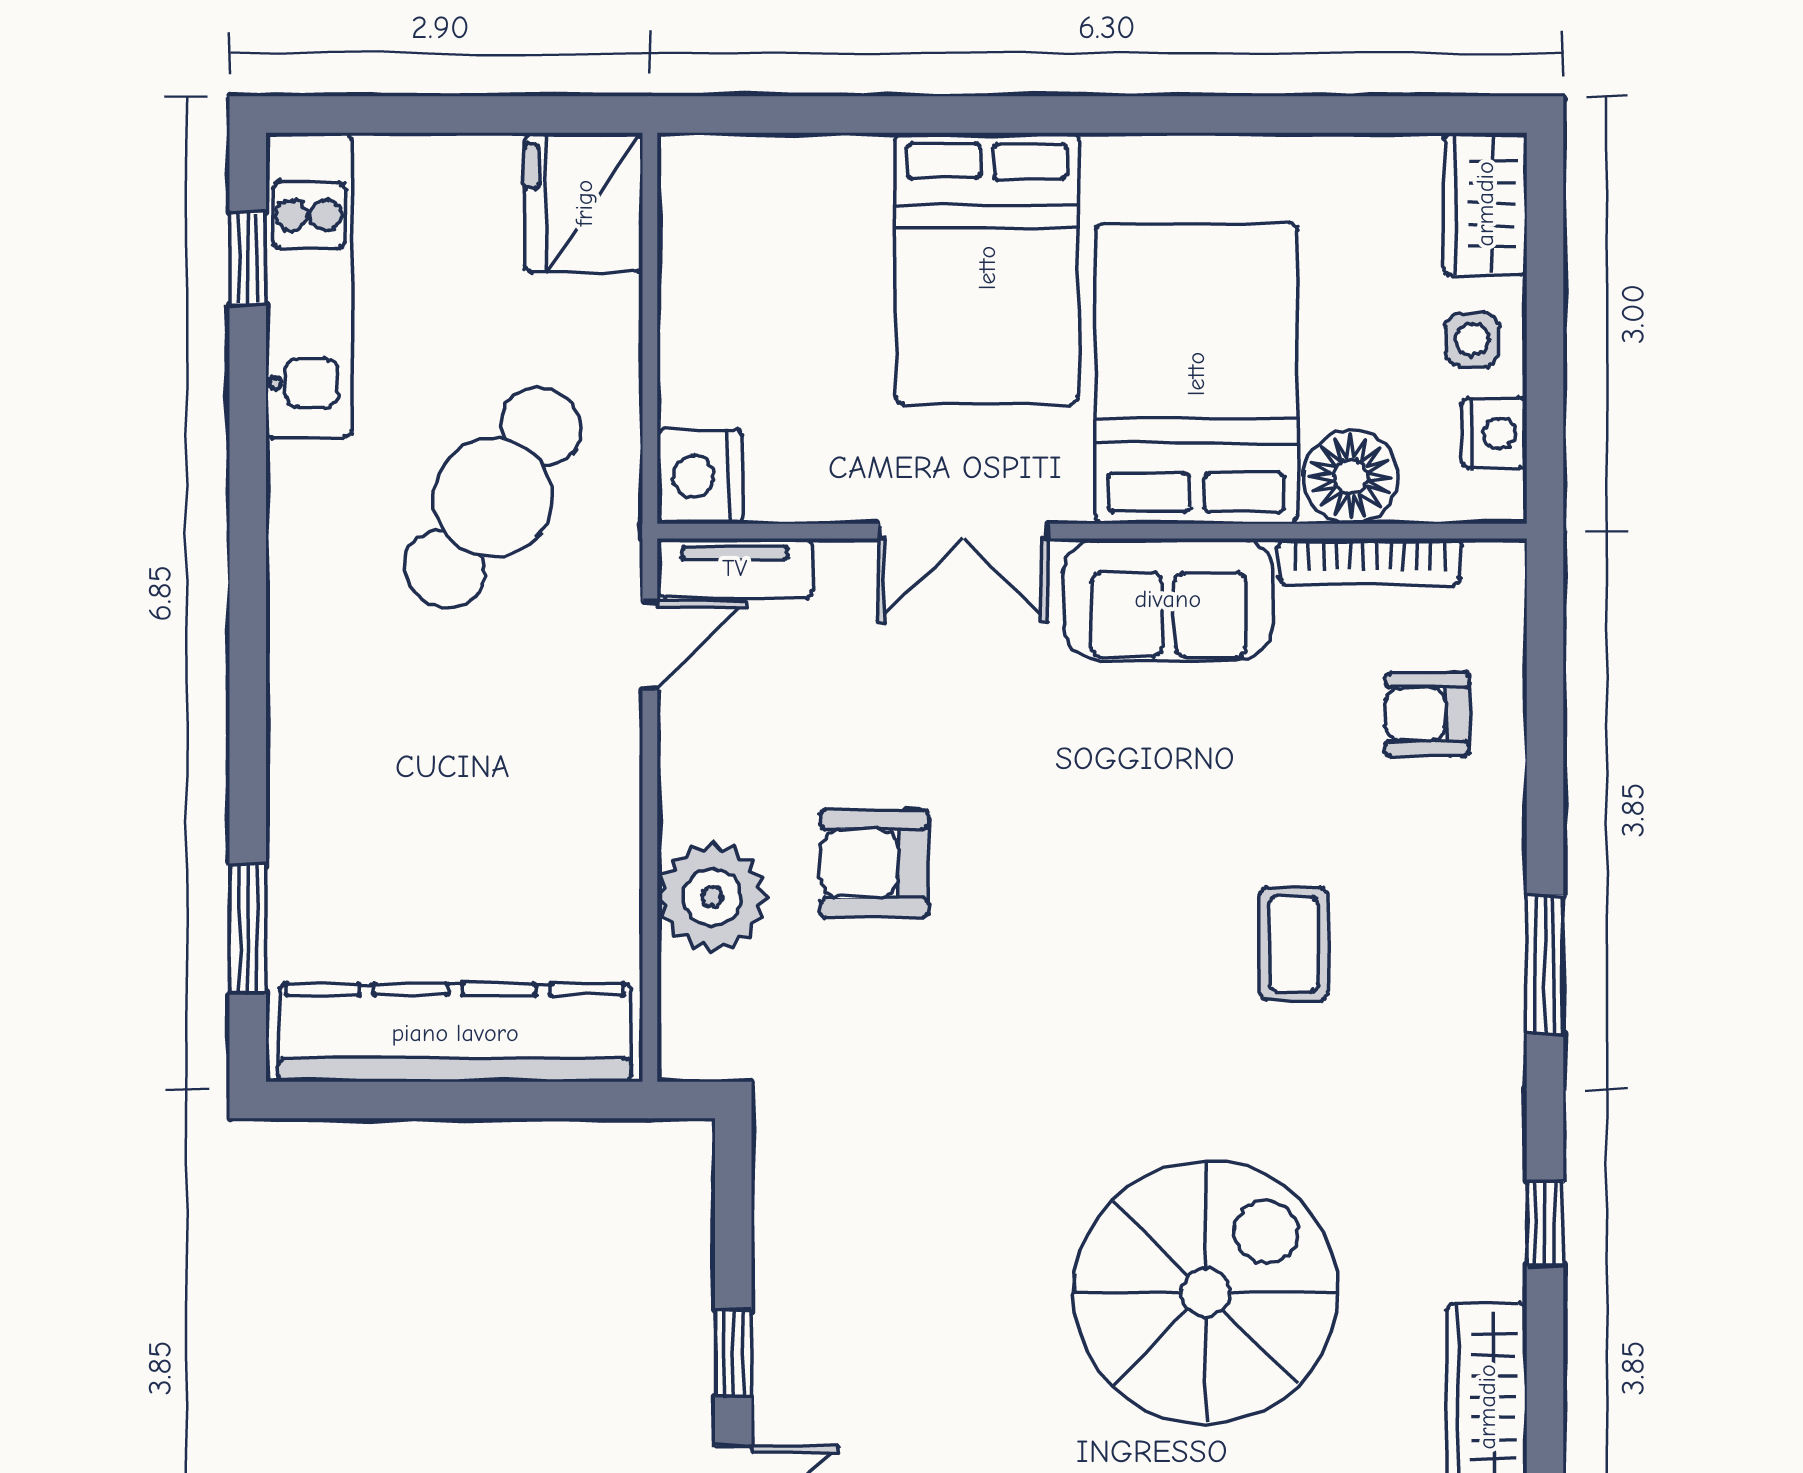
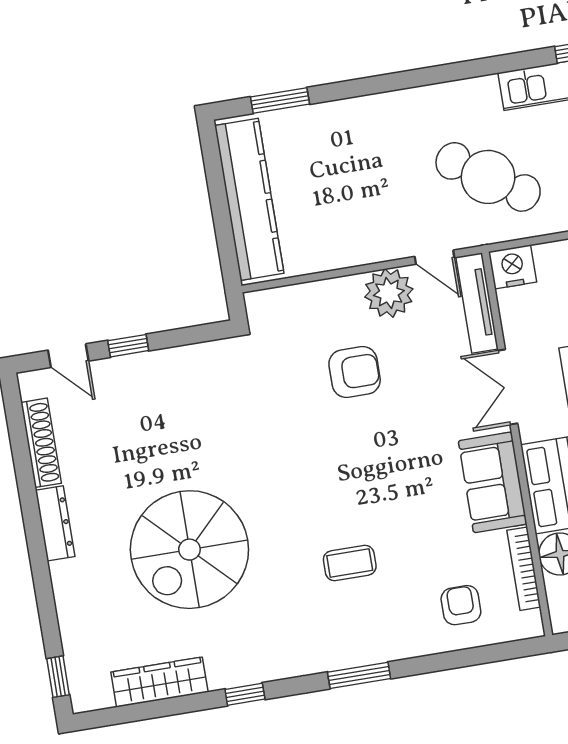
tv unit: (735, 568) -> (477, 303), width x1.41
armchair: (874, 864) -> (355, 372), turned 90
plant: (712, 897) -> (389, 293), moved
spiral stairs: (1206, 1293) -> (189, 550), turned 90

